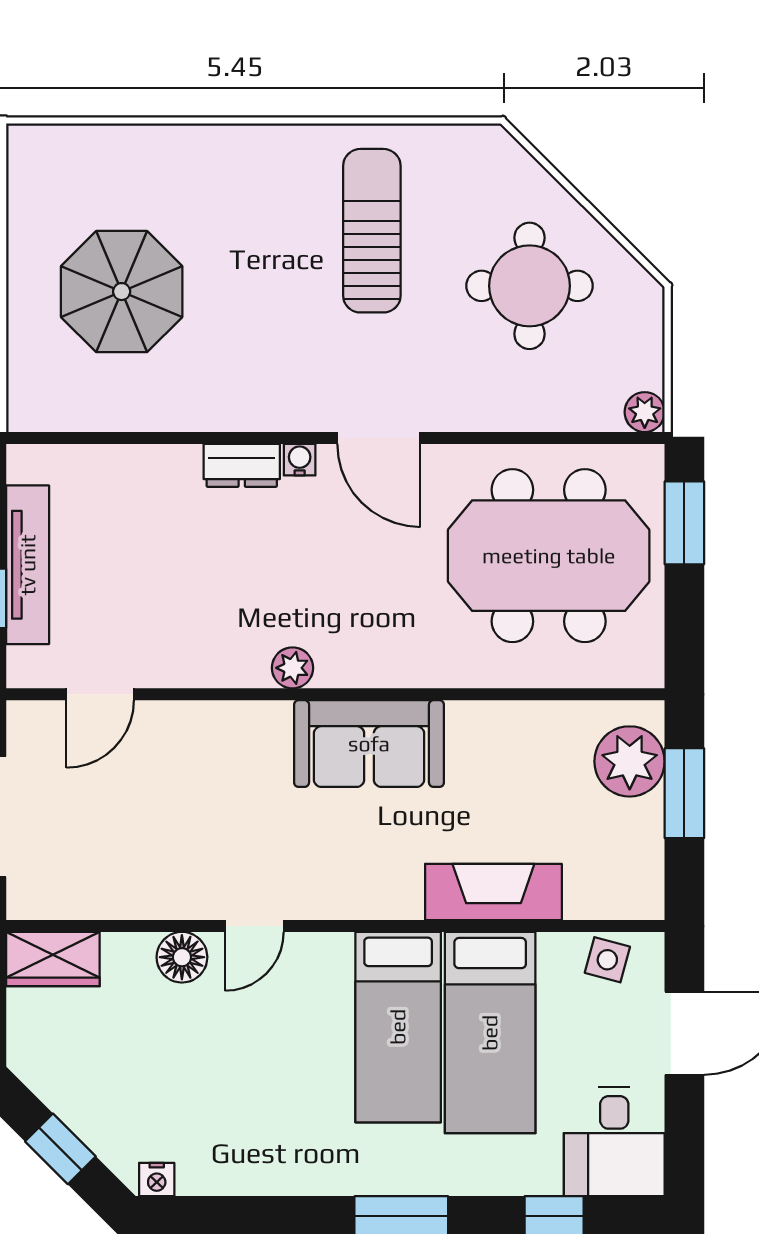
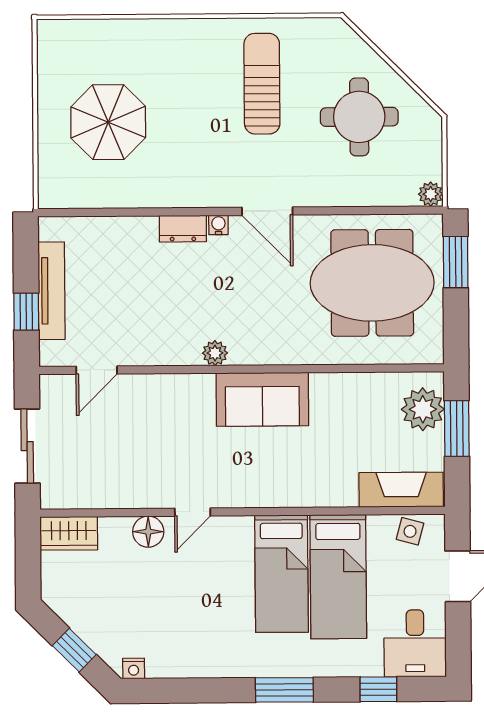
fireplace: (493, 892) -> (401, 490), moved

